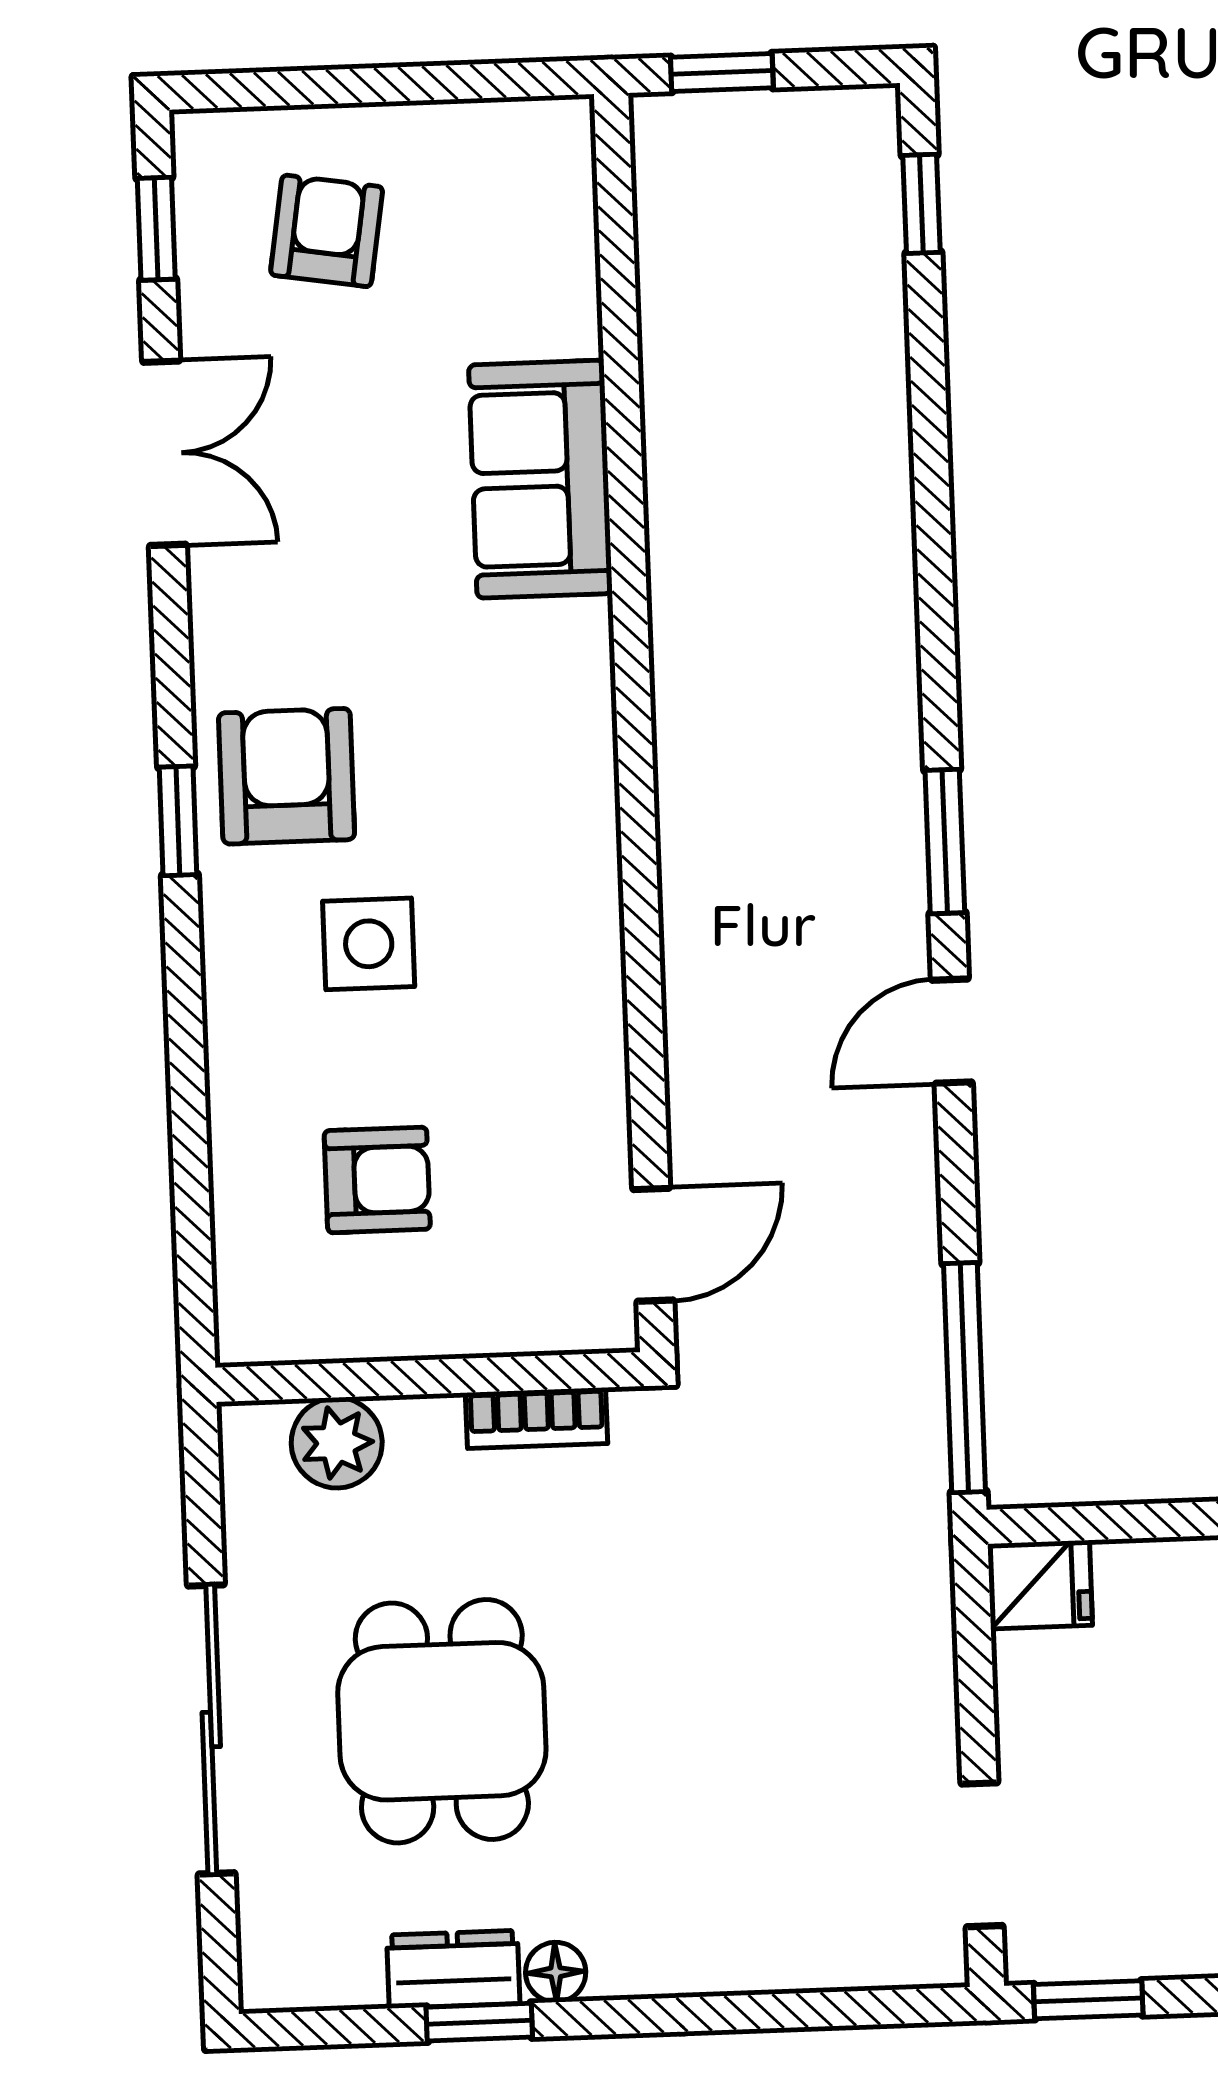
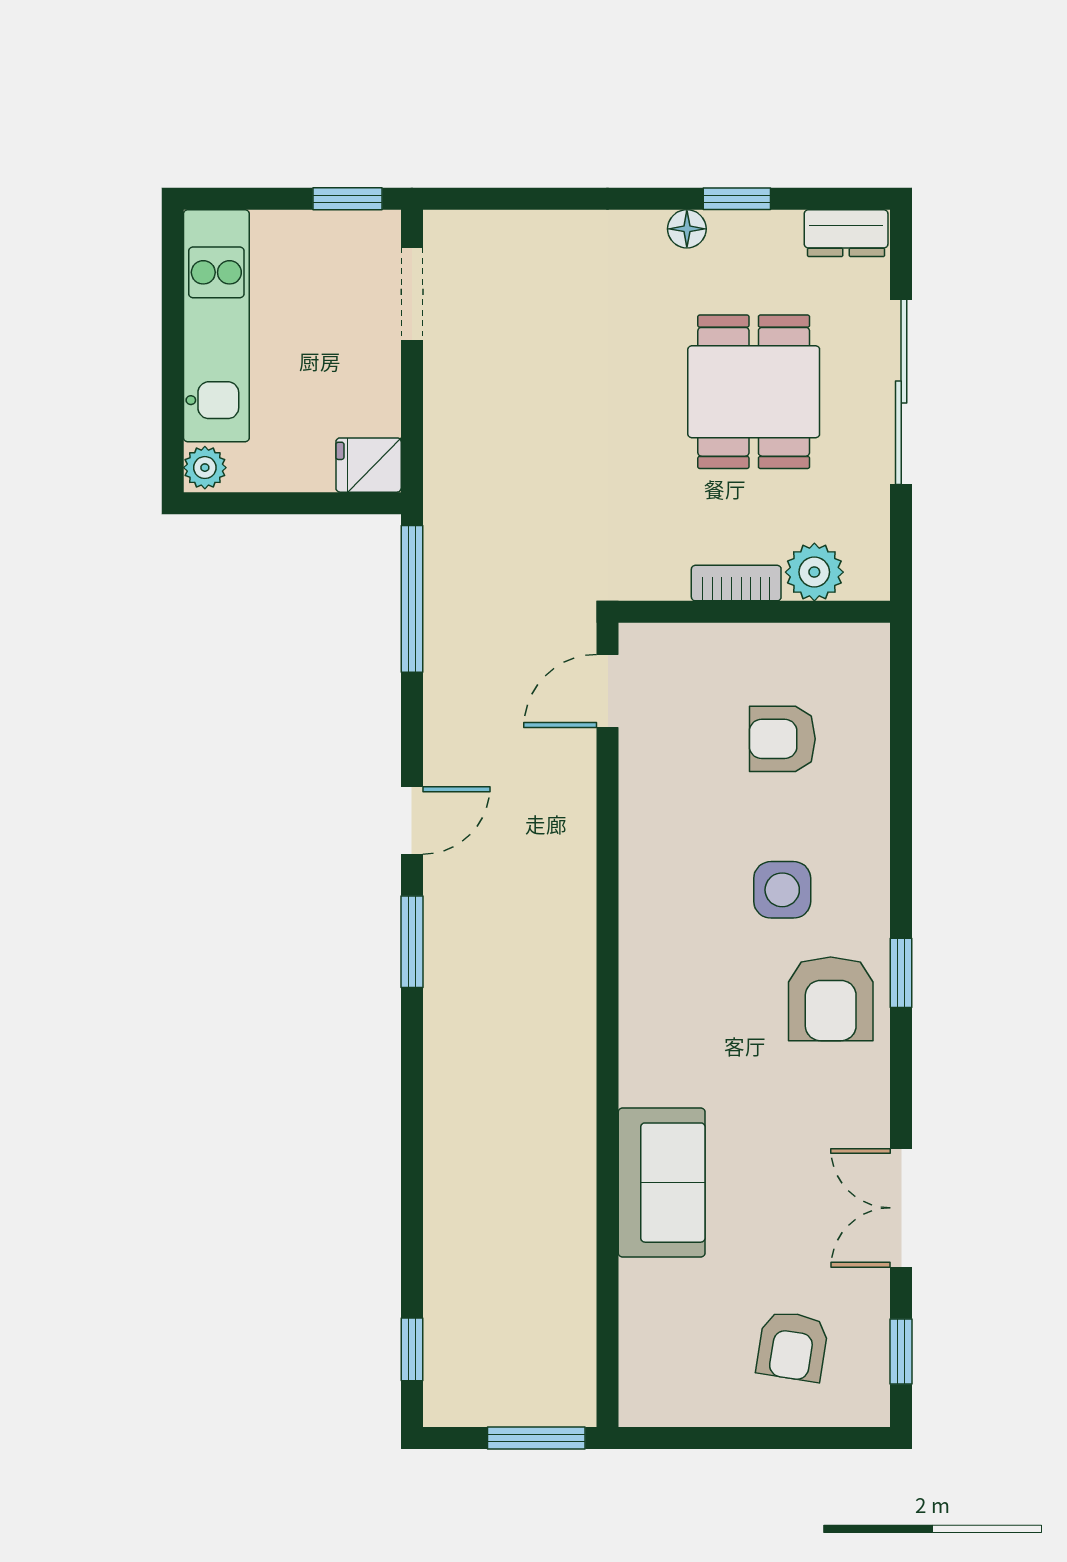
window: (722, 72) -> (536, 1438), width x1.50
bookcase: (537, 1418) -> (736, 583), moved
dresser: (453, 1969) -> (846, 233), moved

